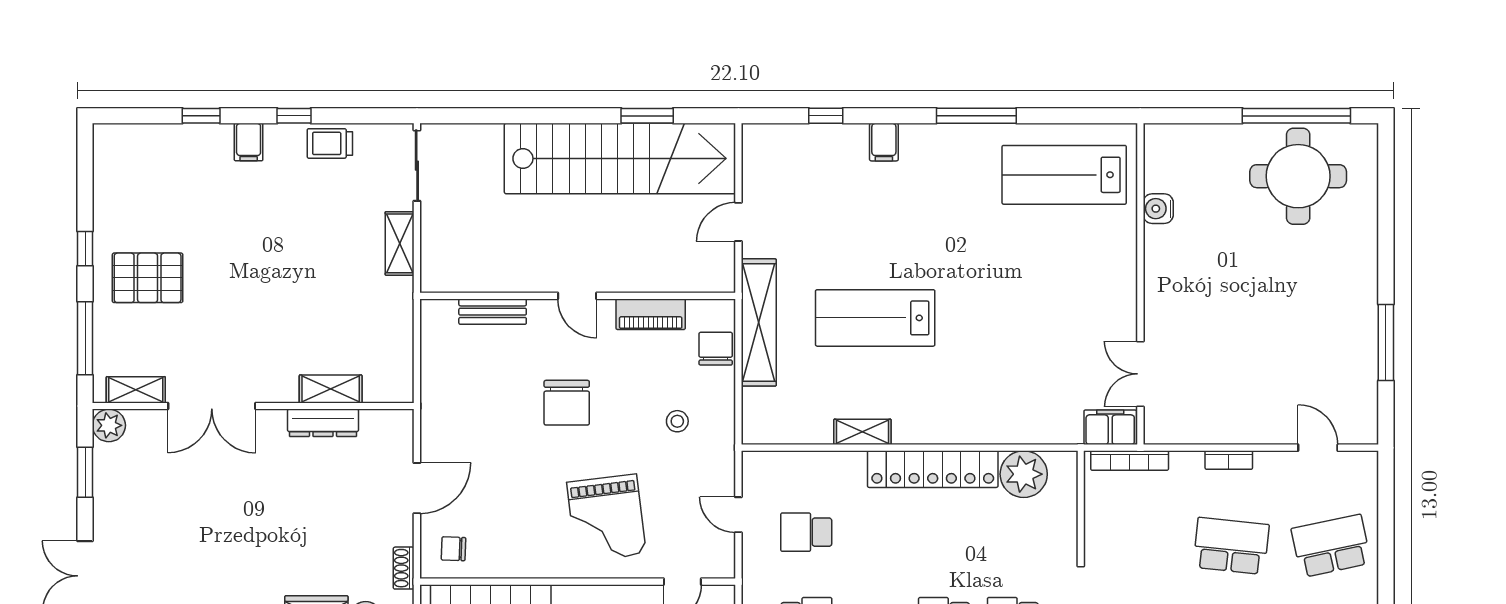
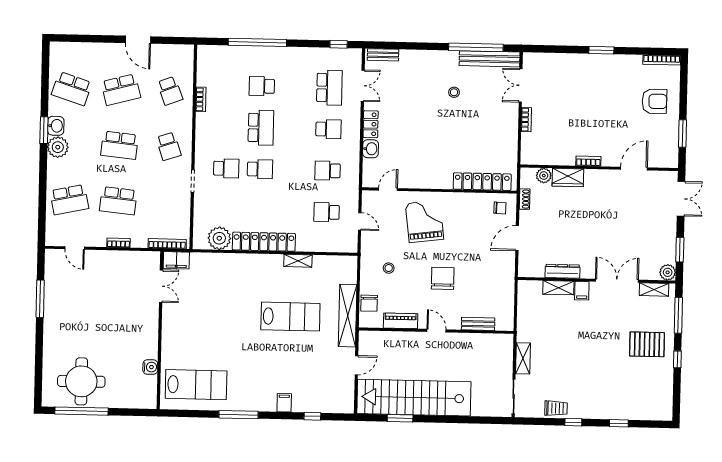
filing cabinet: (249, 142) -> (582, 291), moved, turned 180
school desk: (806, 532) -> (327, 212), turned 180

